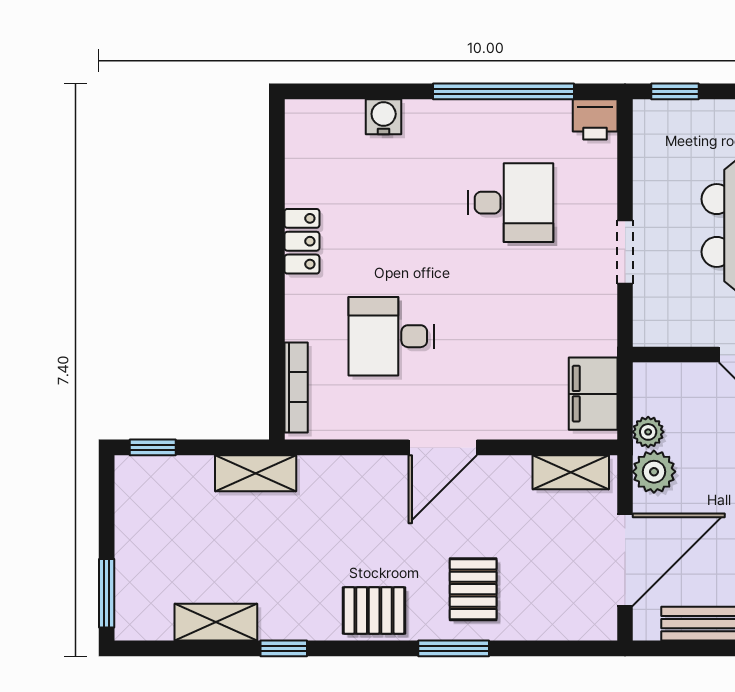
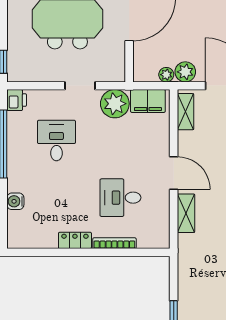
plant: (587, 325) -> (115, 104), added
desk: (391, 336) -> (120, 198), turned 90
bookcase: (296, 387) -> (114, 243), moved
shelving: (256, 473) -> (186, 213), moved

